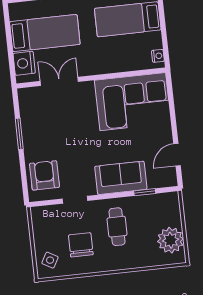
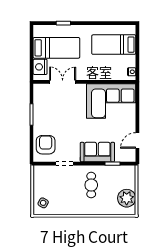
chair: (81, 245) -> (65, 195), removed

